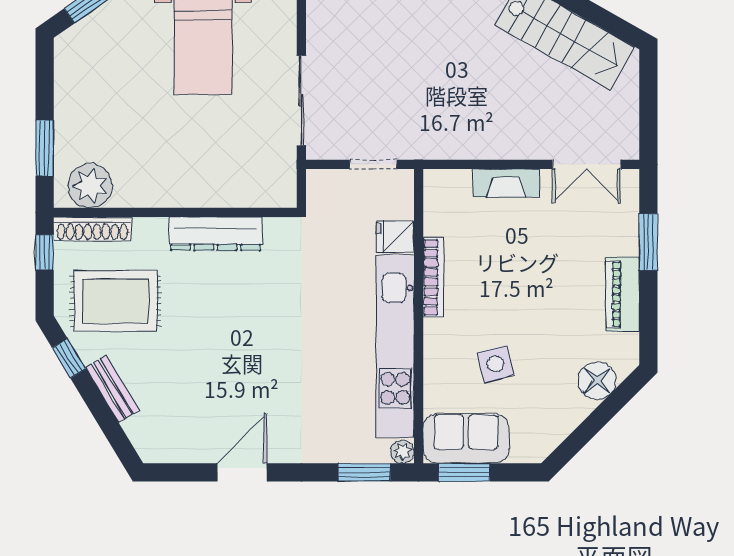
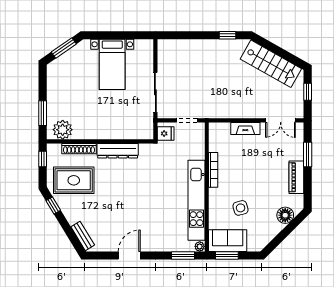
window: (648, 99) -> (308, 92), added
shoe rack: (92, 229) -> (79, 149), moved
fridge: (395, 237) -> (166, 133), moved, turned 180
bench: (112, 389) -> (83, 236), moved

